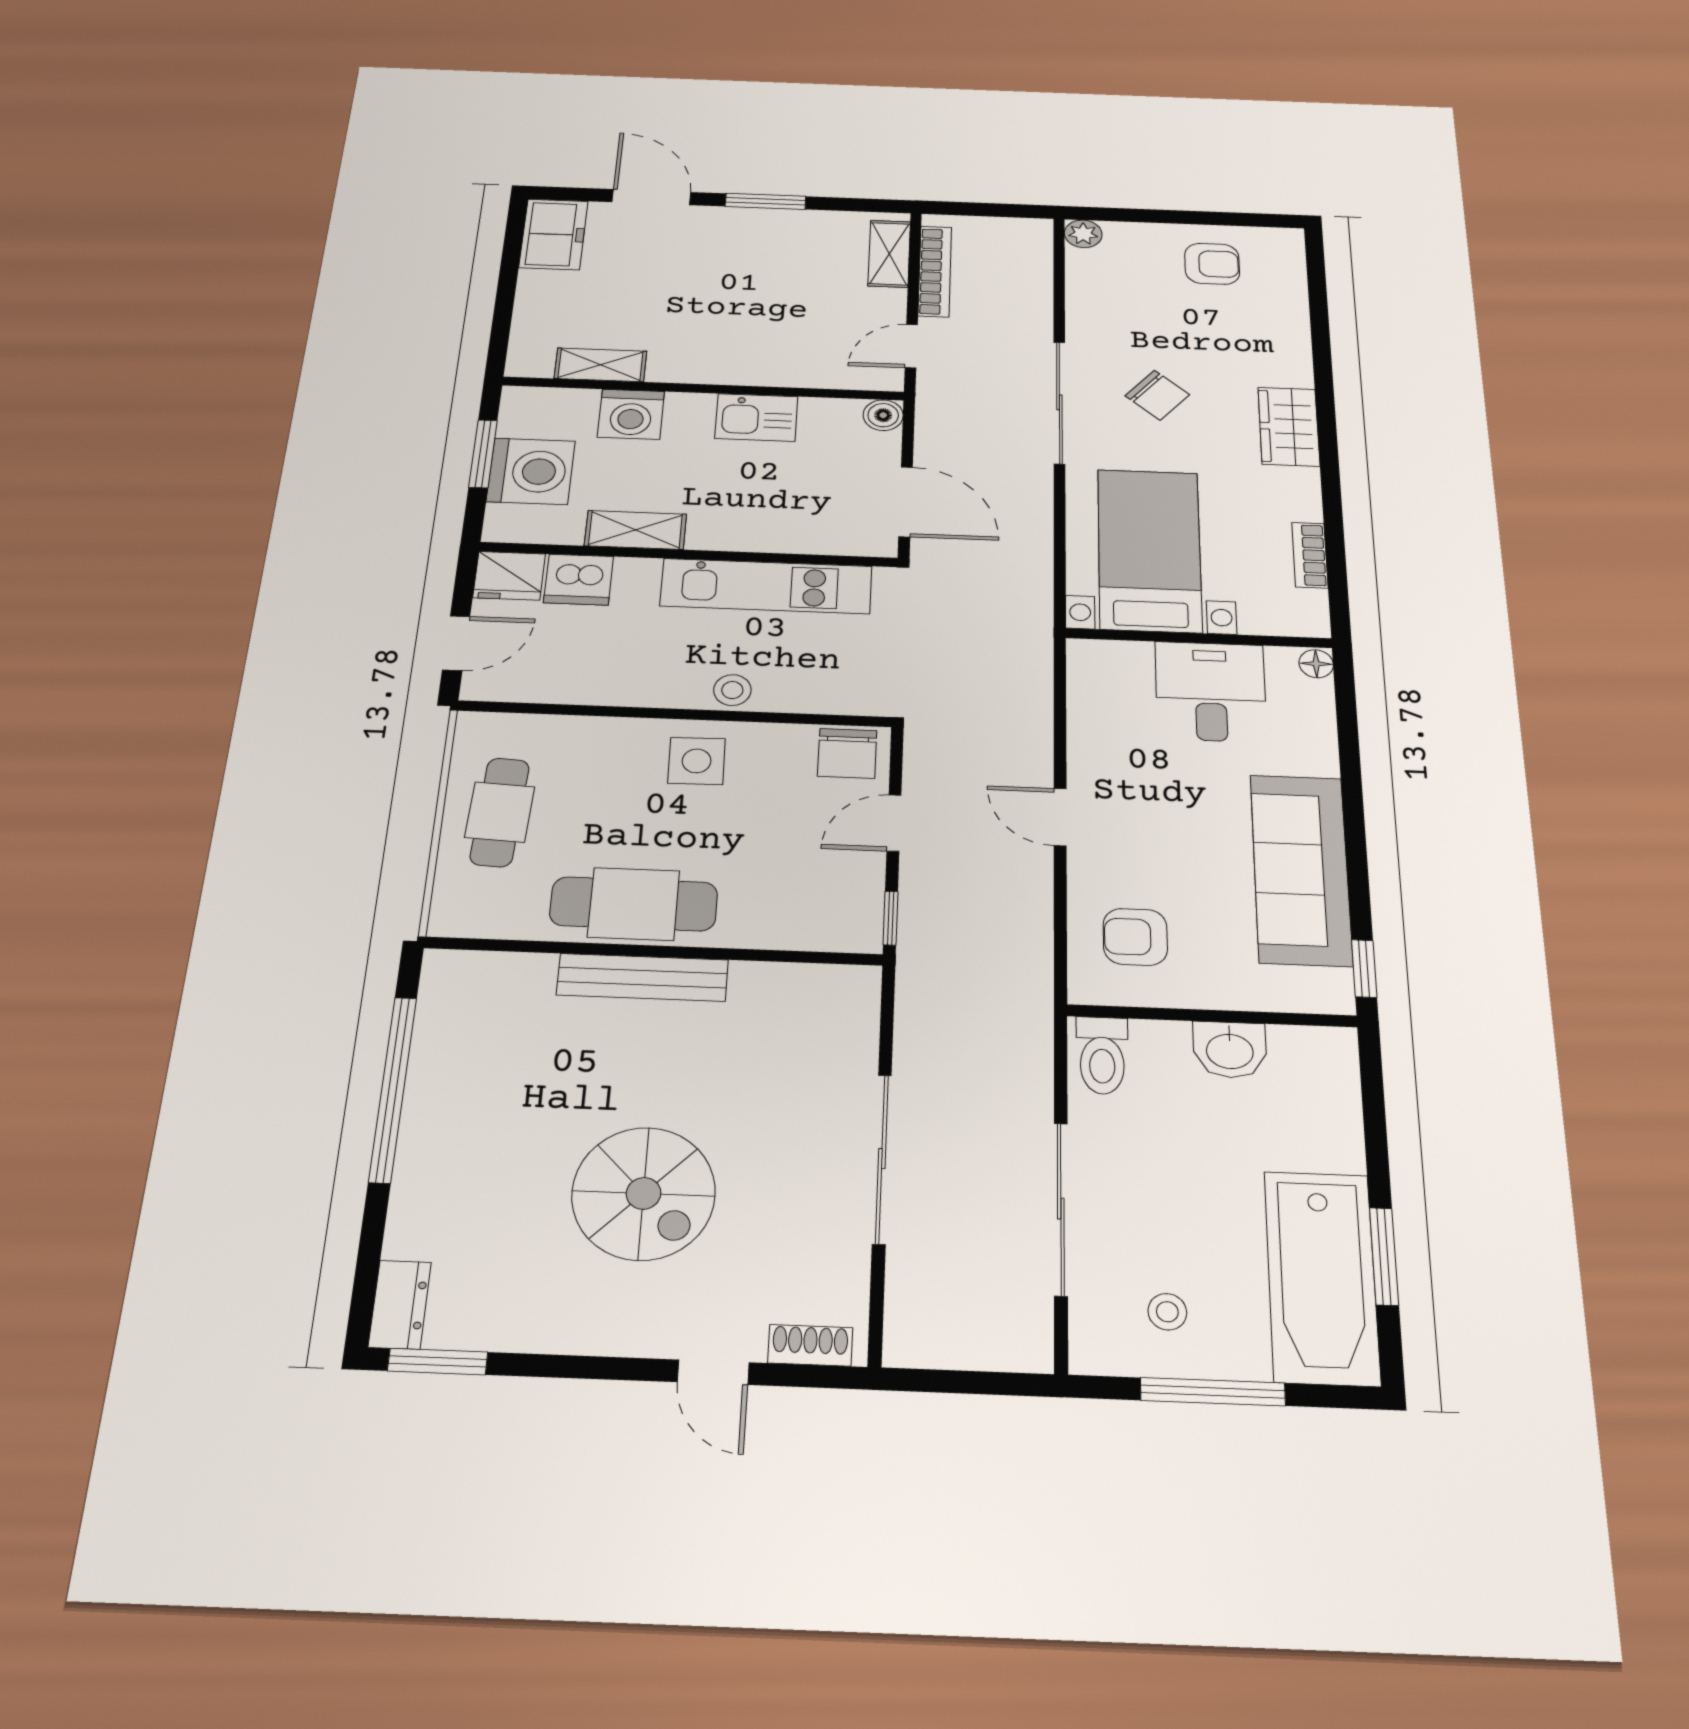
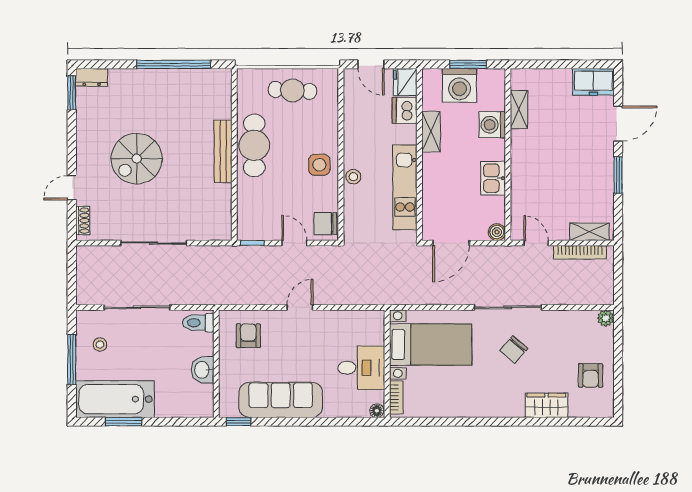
wardrobe: (1289, 427) -> (546, 405), moved
bookcase: (1310, 555) -> (396, 397), moved, turned 90

